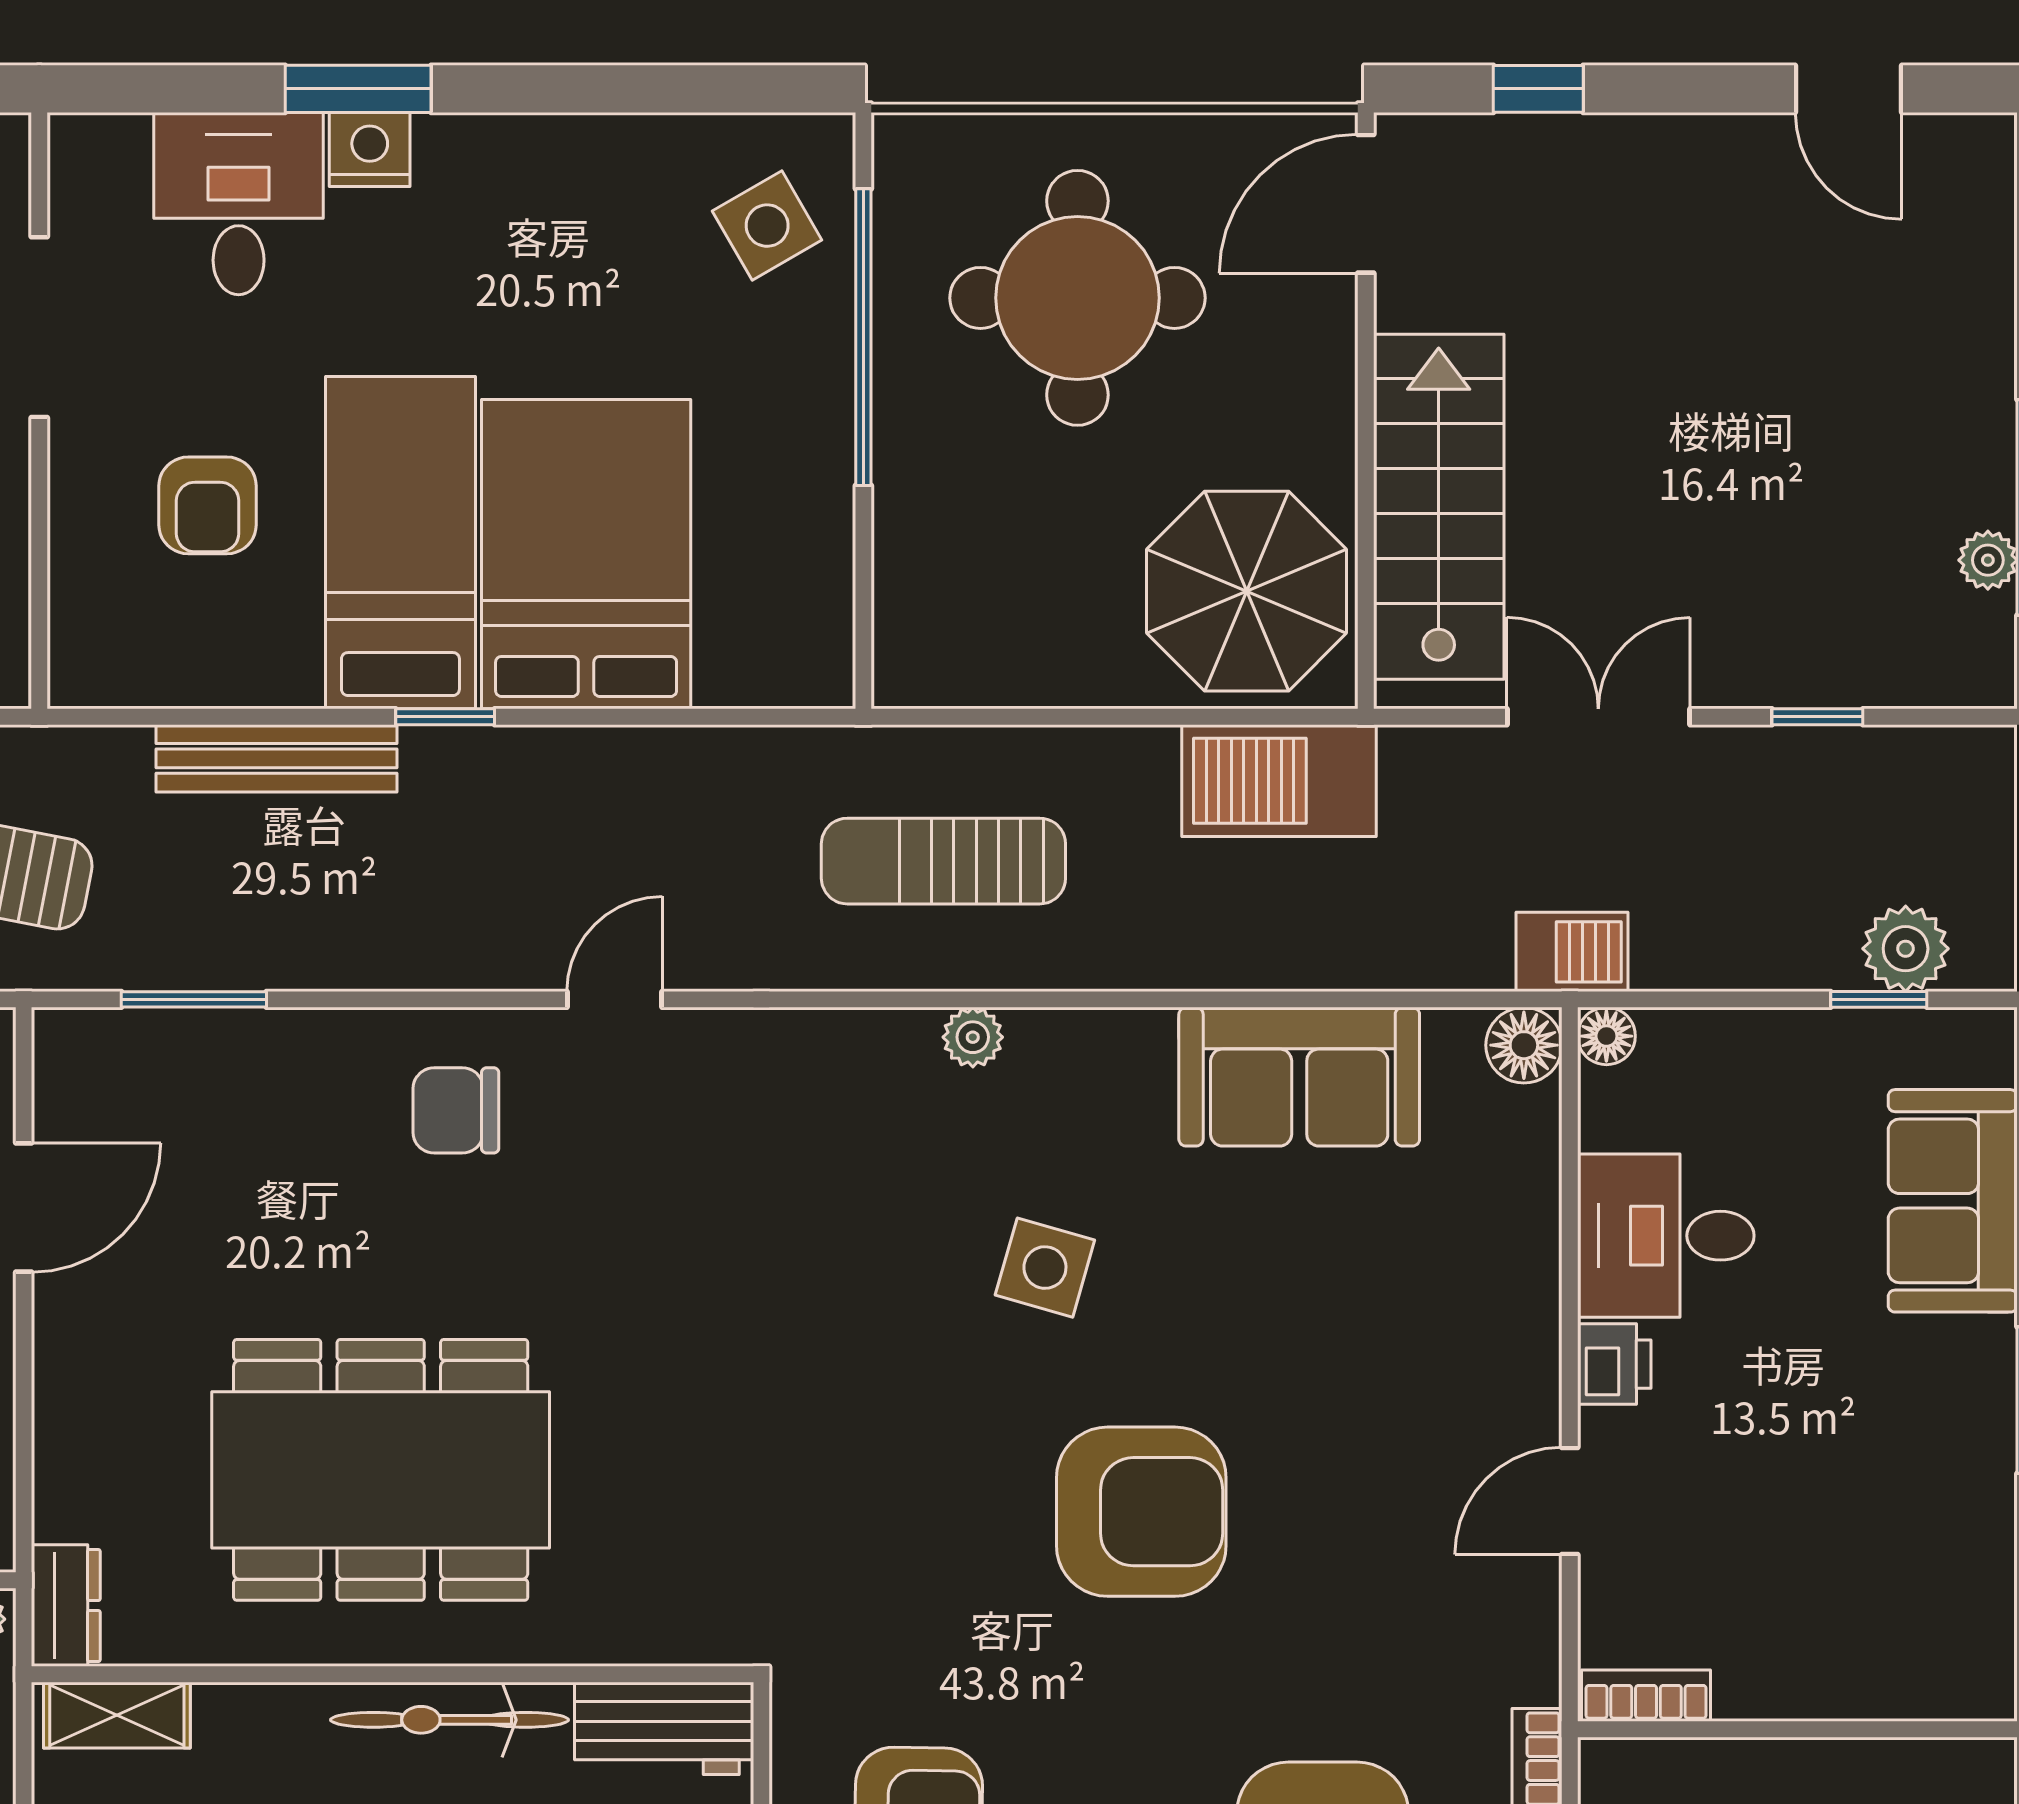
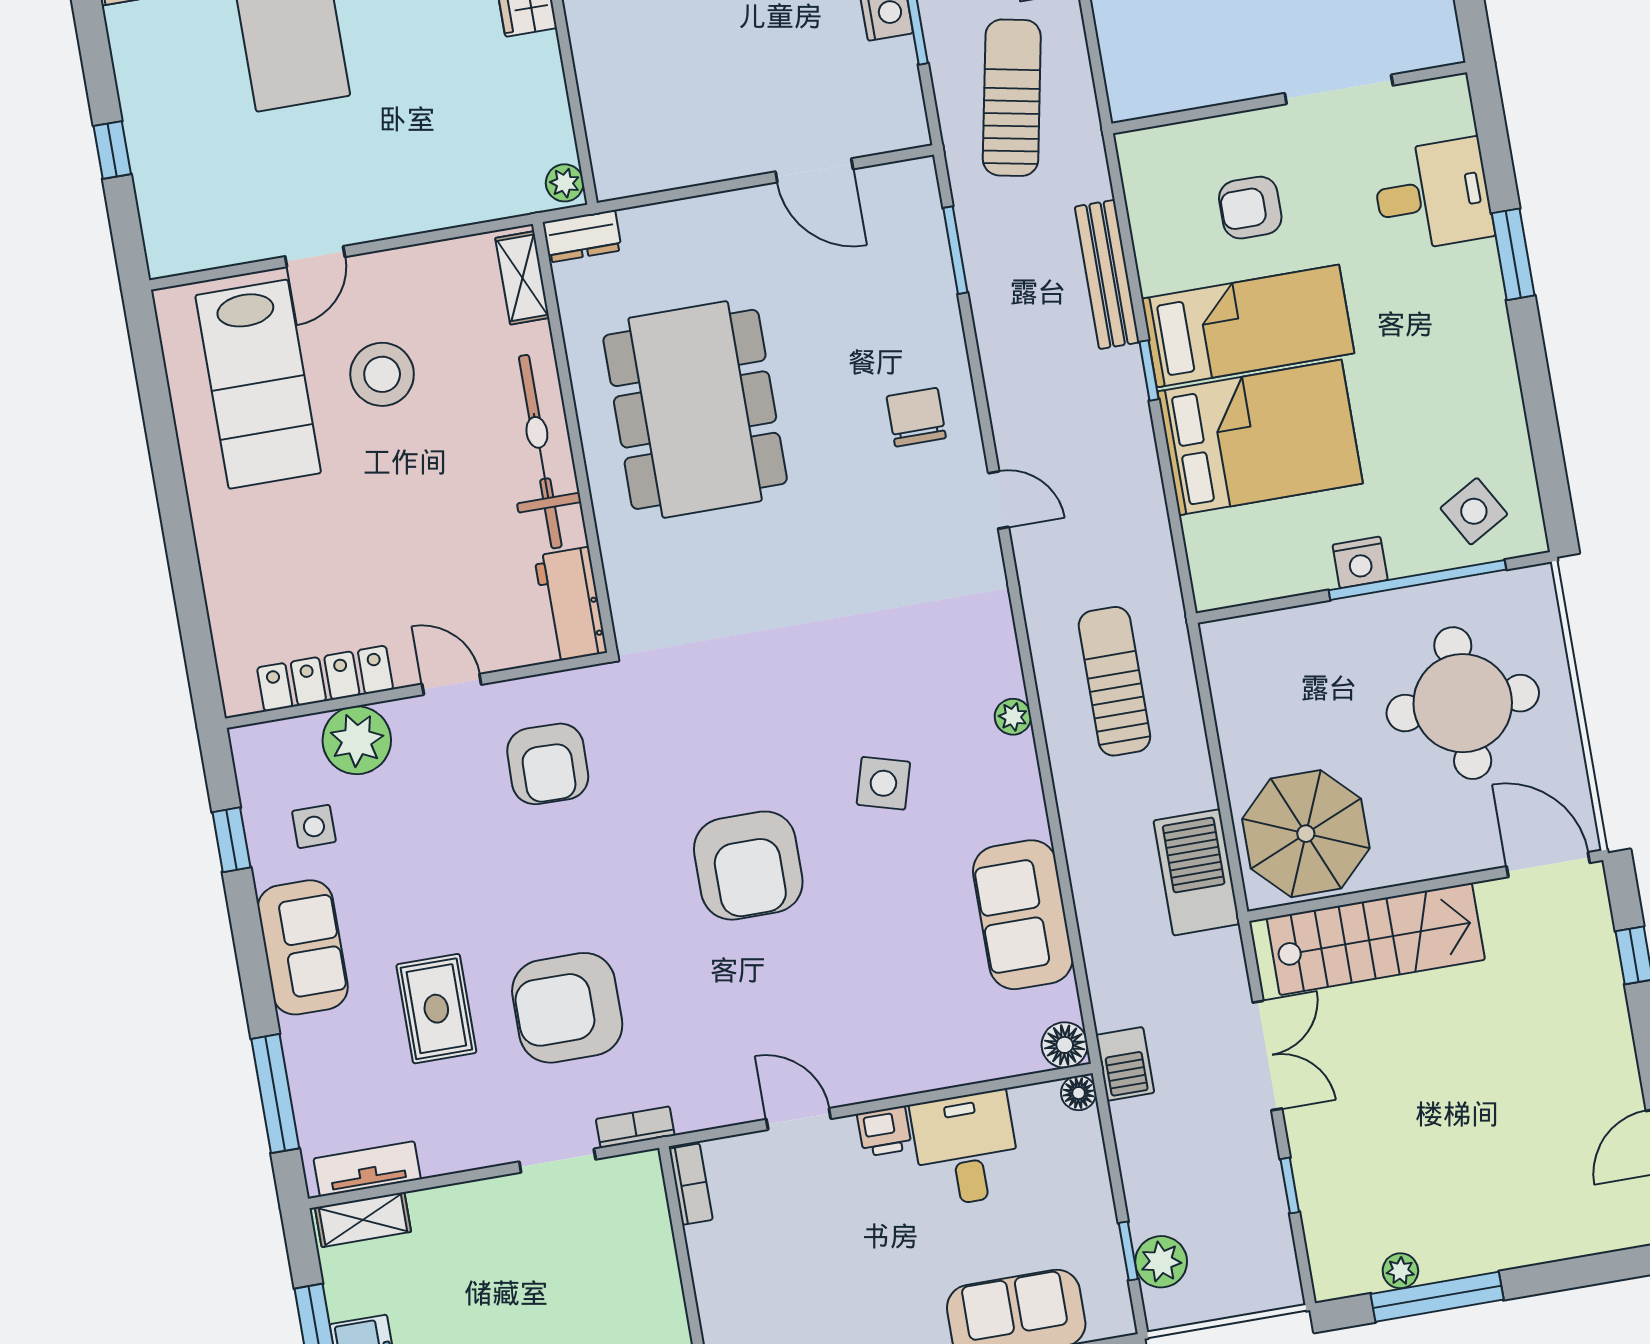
nightstand: (370, 150) -> (1360, 562), moved, turned 90
bicycle: (449, 1720) -> (540, 452), width x1.37, depth x1.40

